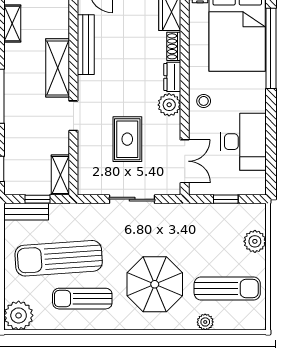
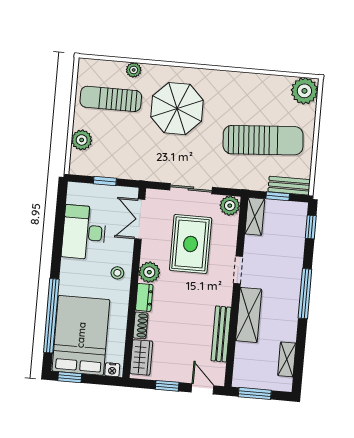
rug: (127, 139) -> (191, 244), width x1.36, depth x1.43
plant: (88, 184) -> (230, 206), added
sun lounger: (82, 299) -> (245, 101), removed

